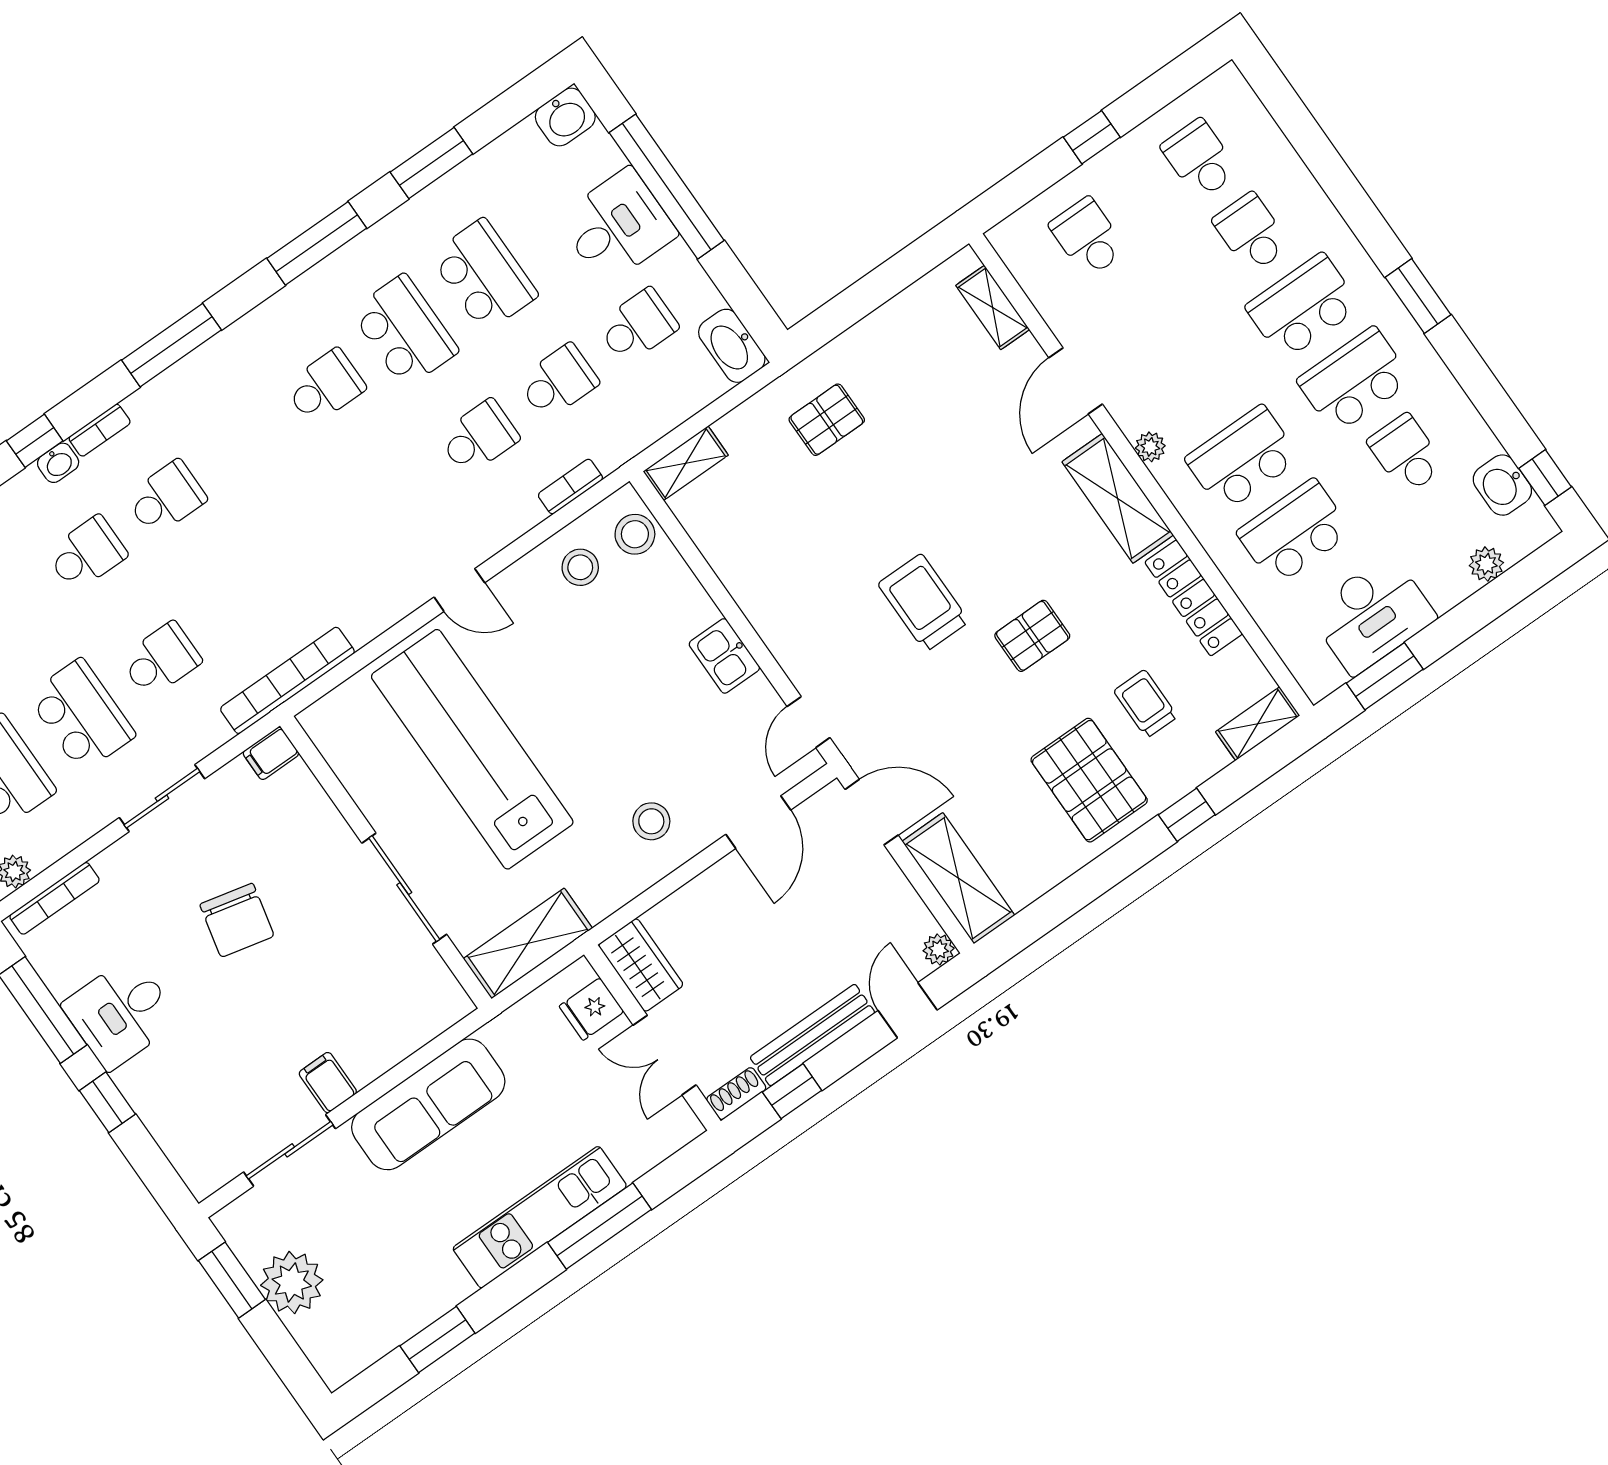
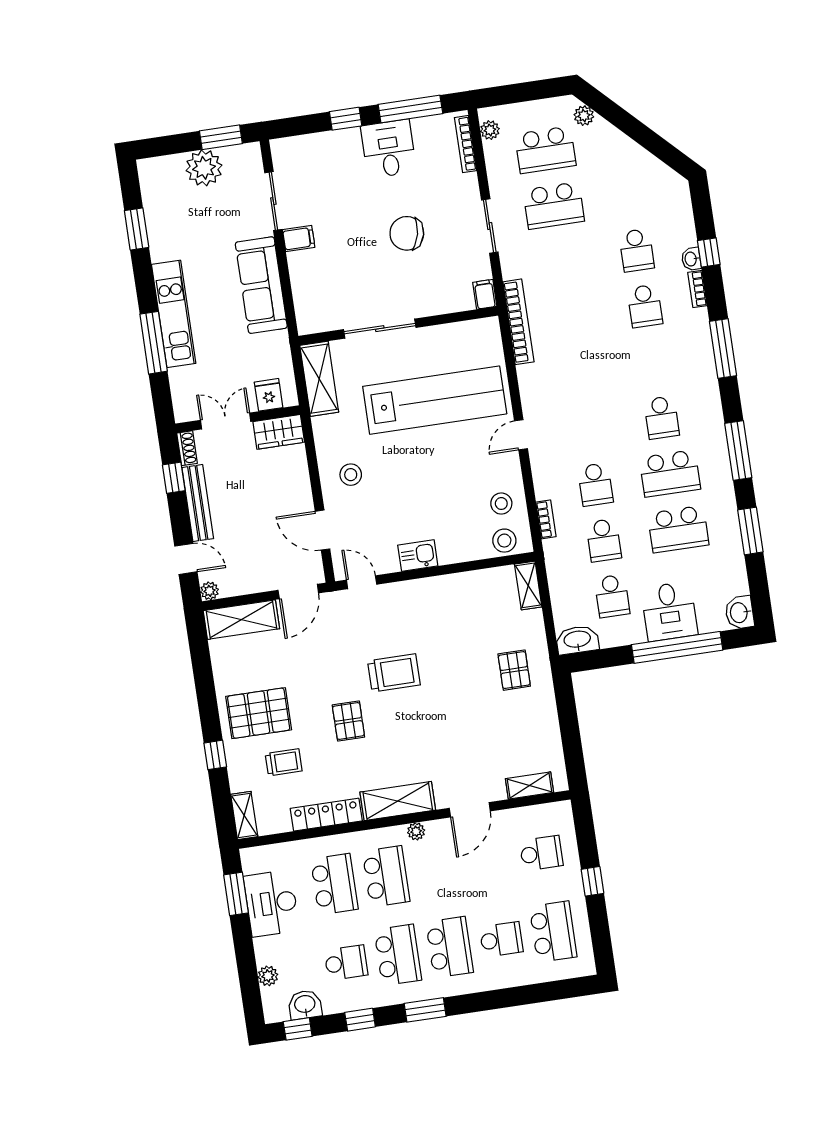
school desk: (1200, 159) -> (553, 932), width x1.85
door: (1076, 381) -> (470, 810), swing flipped
window: (1483, 389) -> (360, 1020), added
school desk: (161, 660) -> (562, 261), removed

